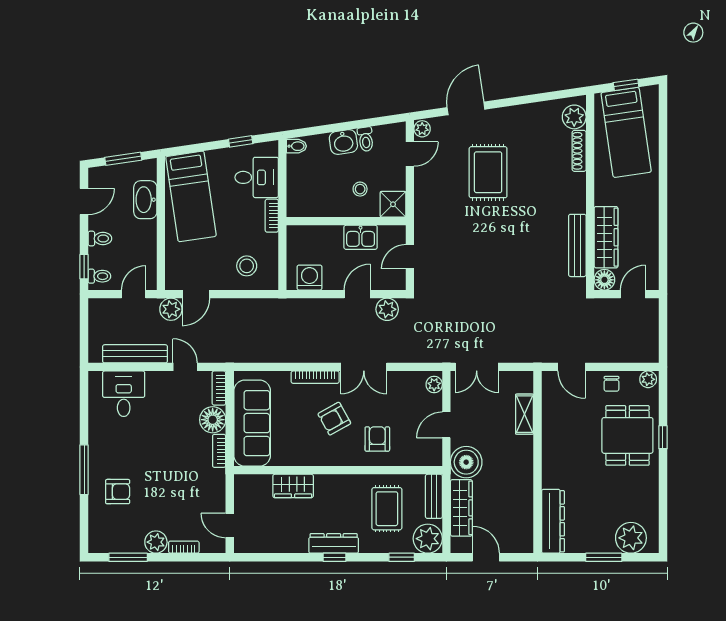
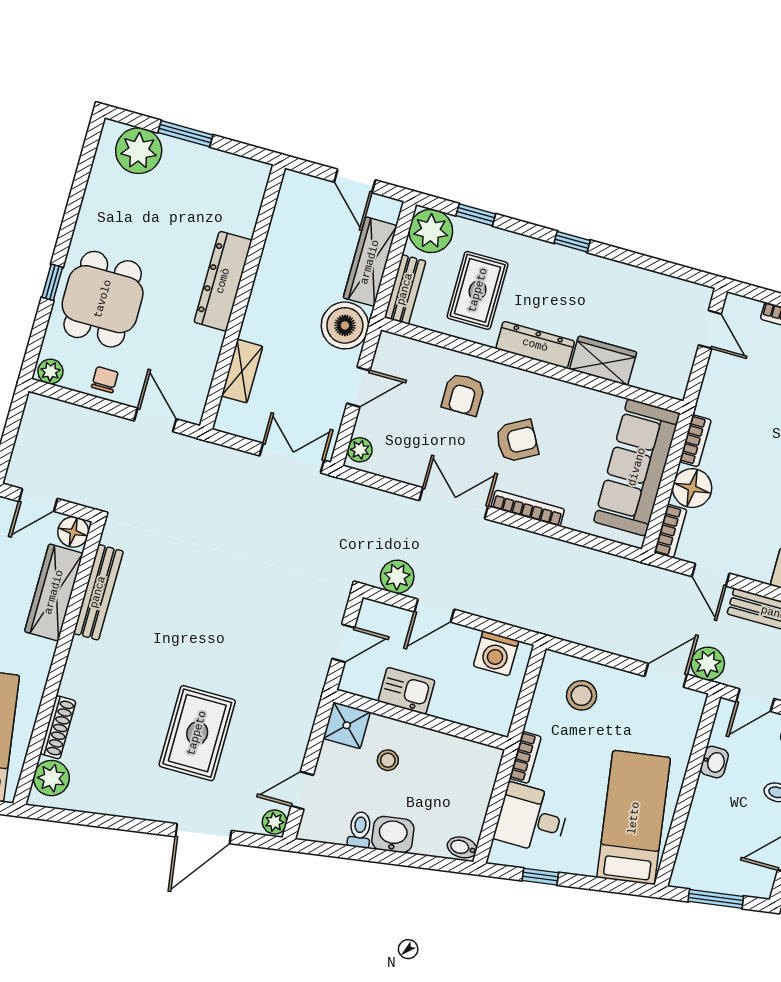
washbasin: (145, 200) -> (714, 762), moved, width x0.52, depth x0.69
dresser: (553, 521) -> (223, 281), moved
dresser: (334, 543) -> (535, 345), moved, turned 180

